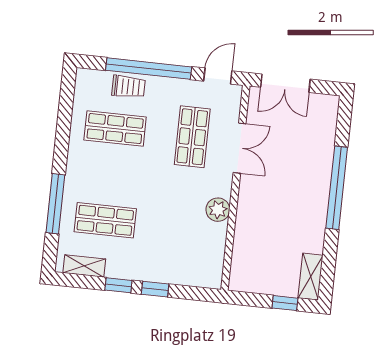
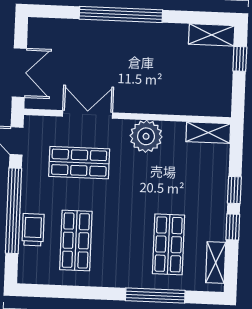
plant: (218, 210) -> (146, 136), width x1.36, depth x1.36
shelving: (214, 267) -> (208, 133), added

